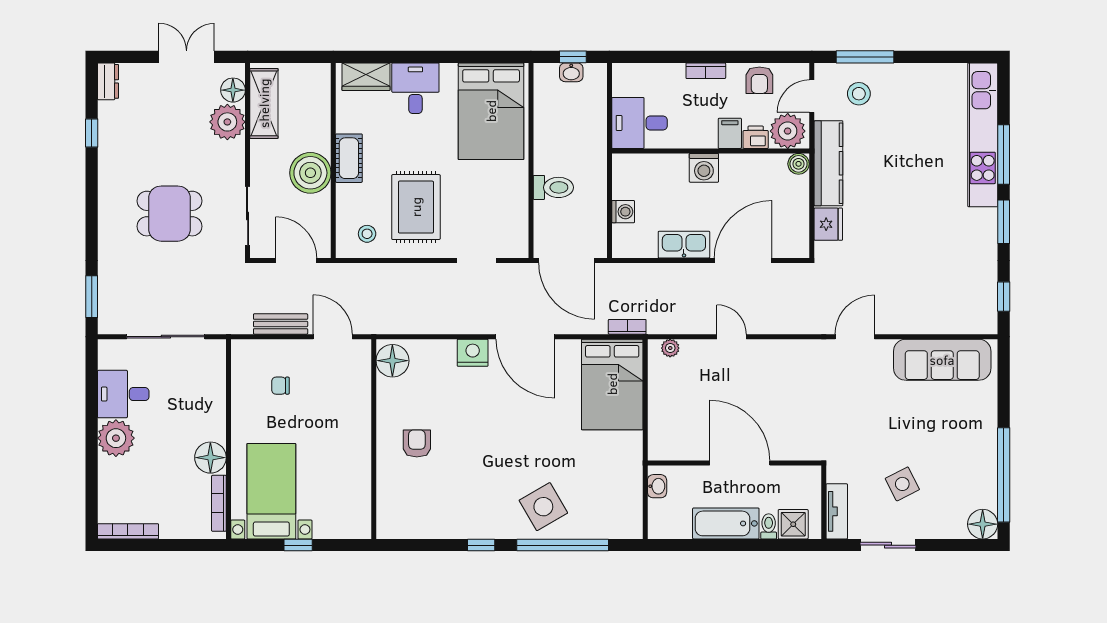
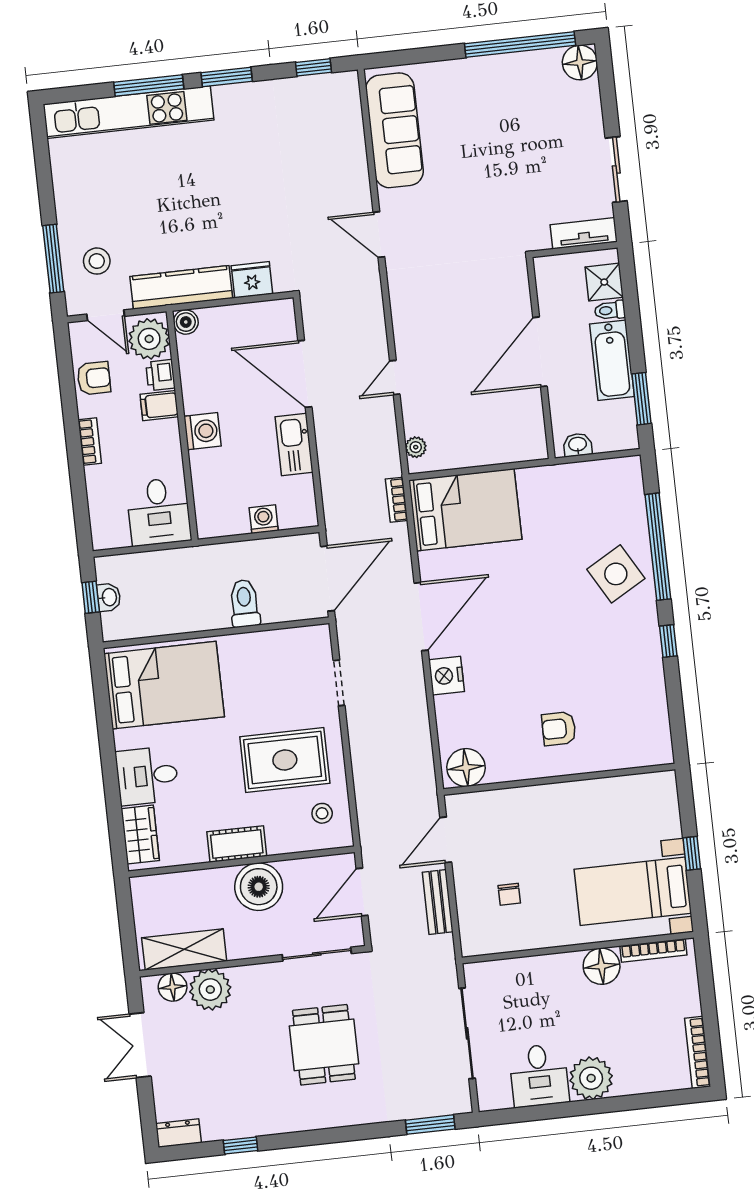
side table: (902, 484) -> (544, 161), removed
window: (690, 545) -> (642, 399), added

